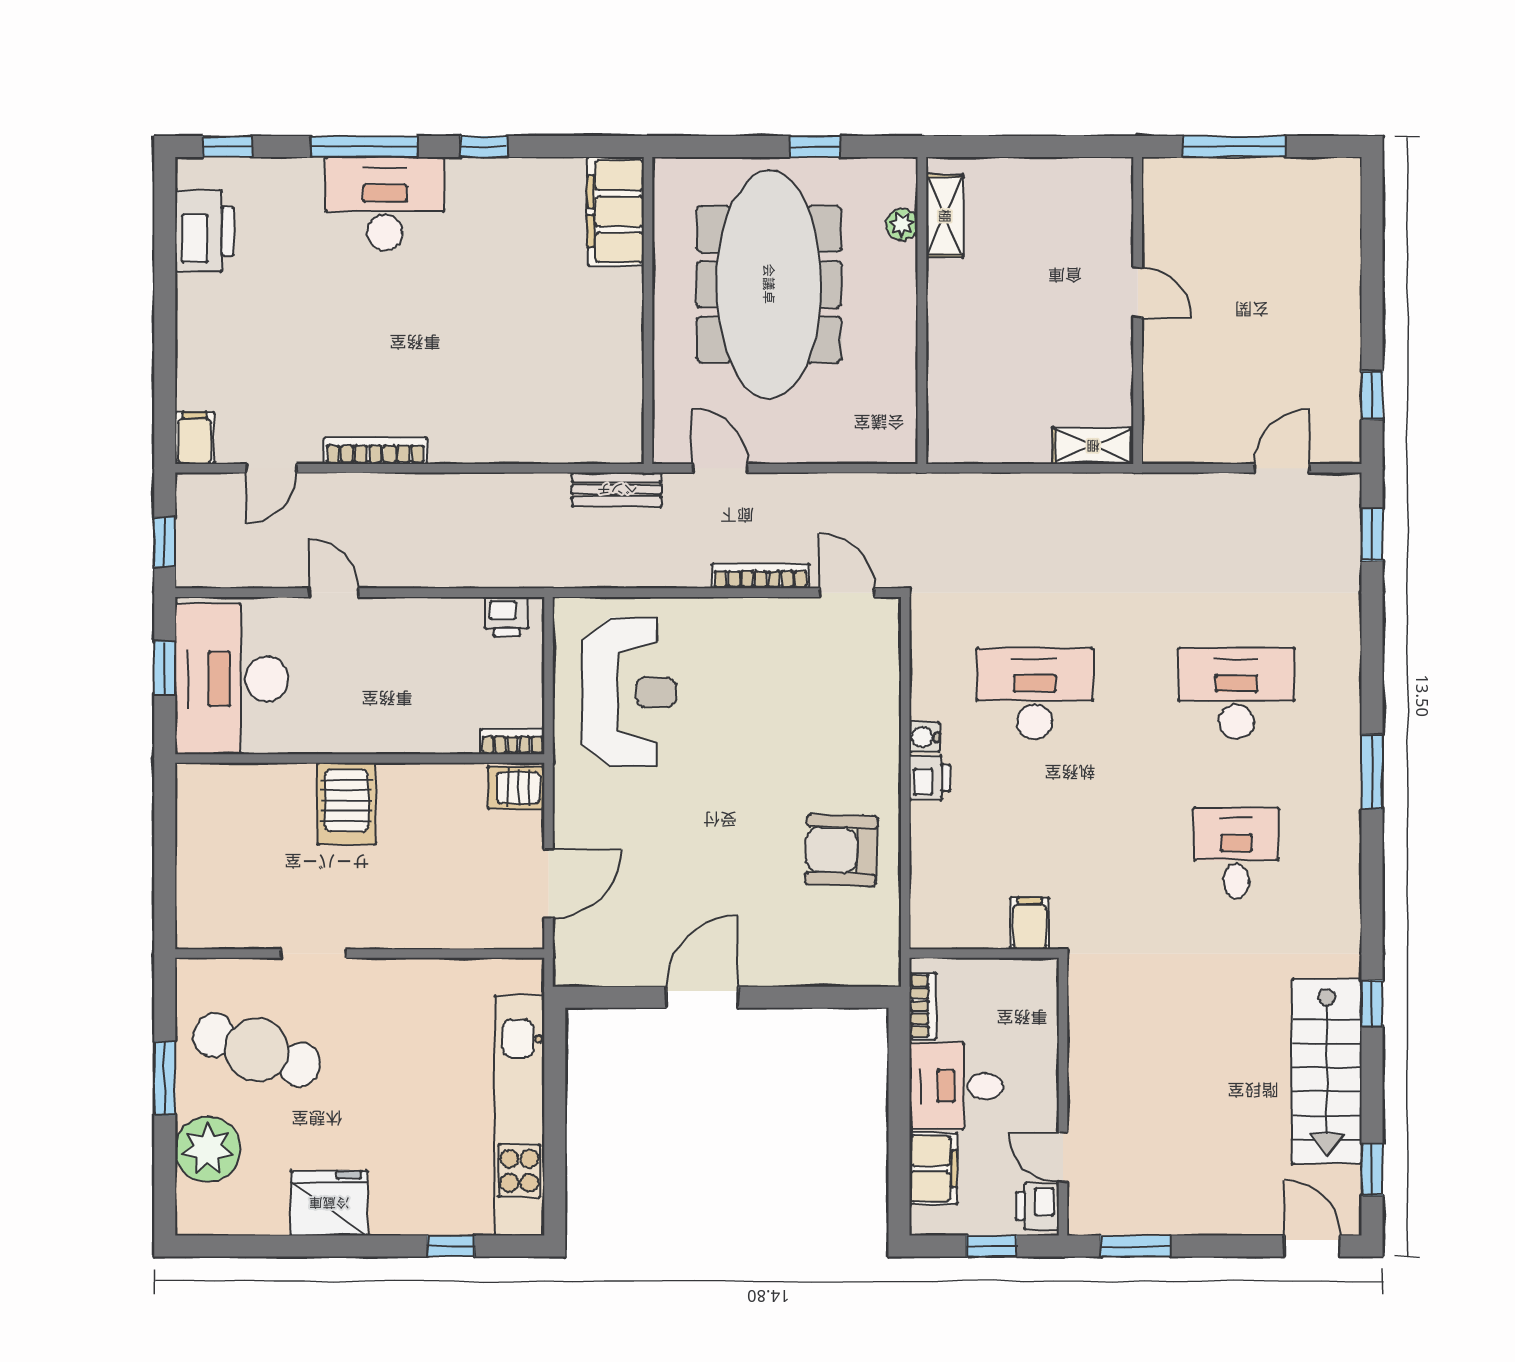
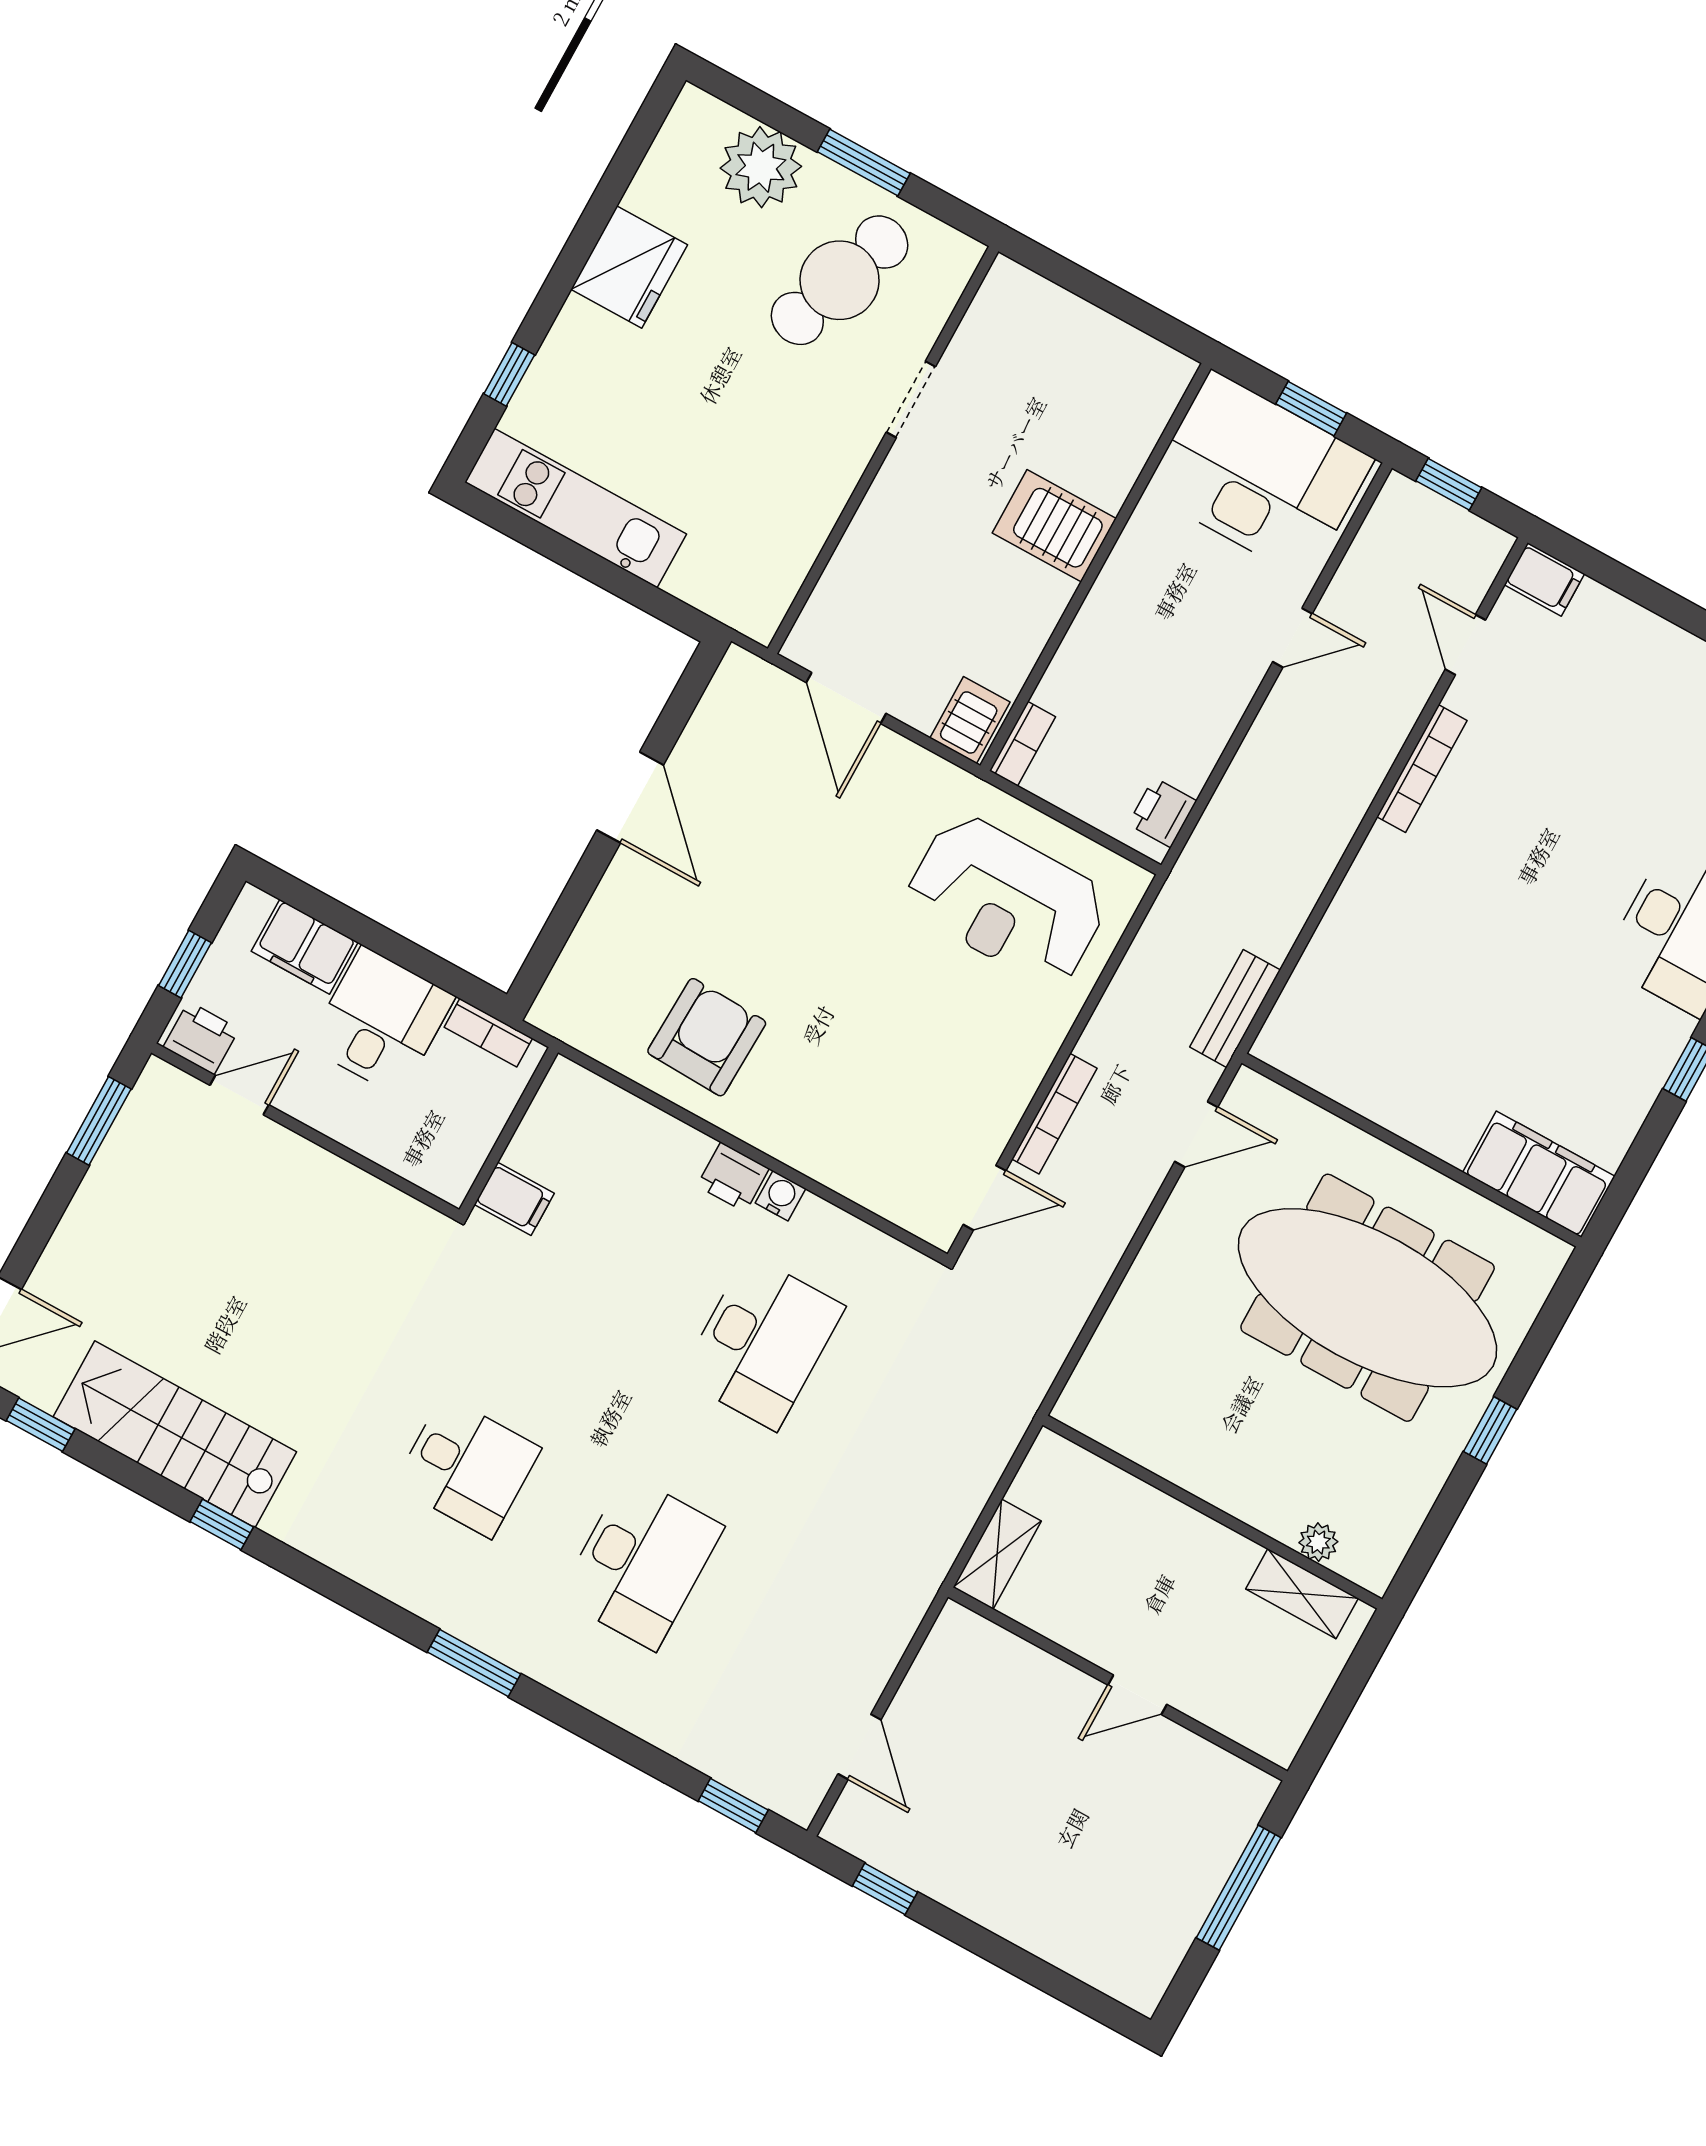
shelving: (945, 216) -> (1302, 1594), moved
plant: (902, 224) -> (1318, 1542), moved
wall: (922, 310) -> (1212, 1512), moved
kitchen unit: (519, 1116) -> (576, 508), width x0.73

